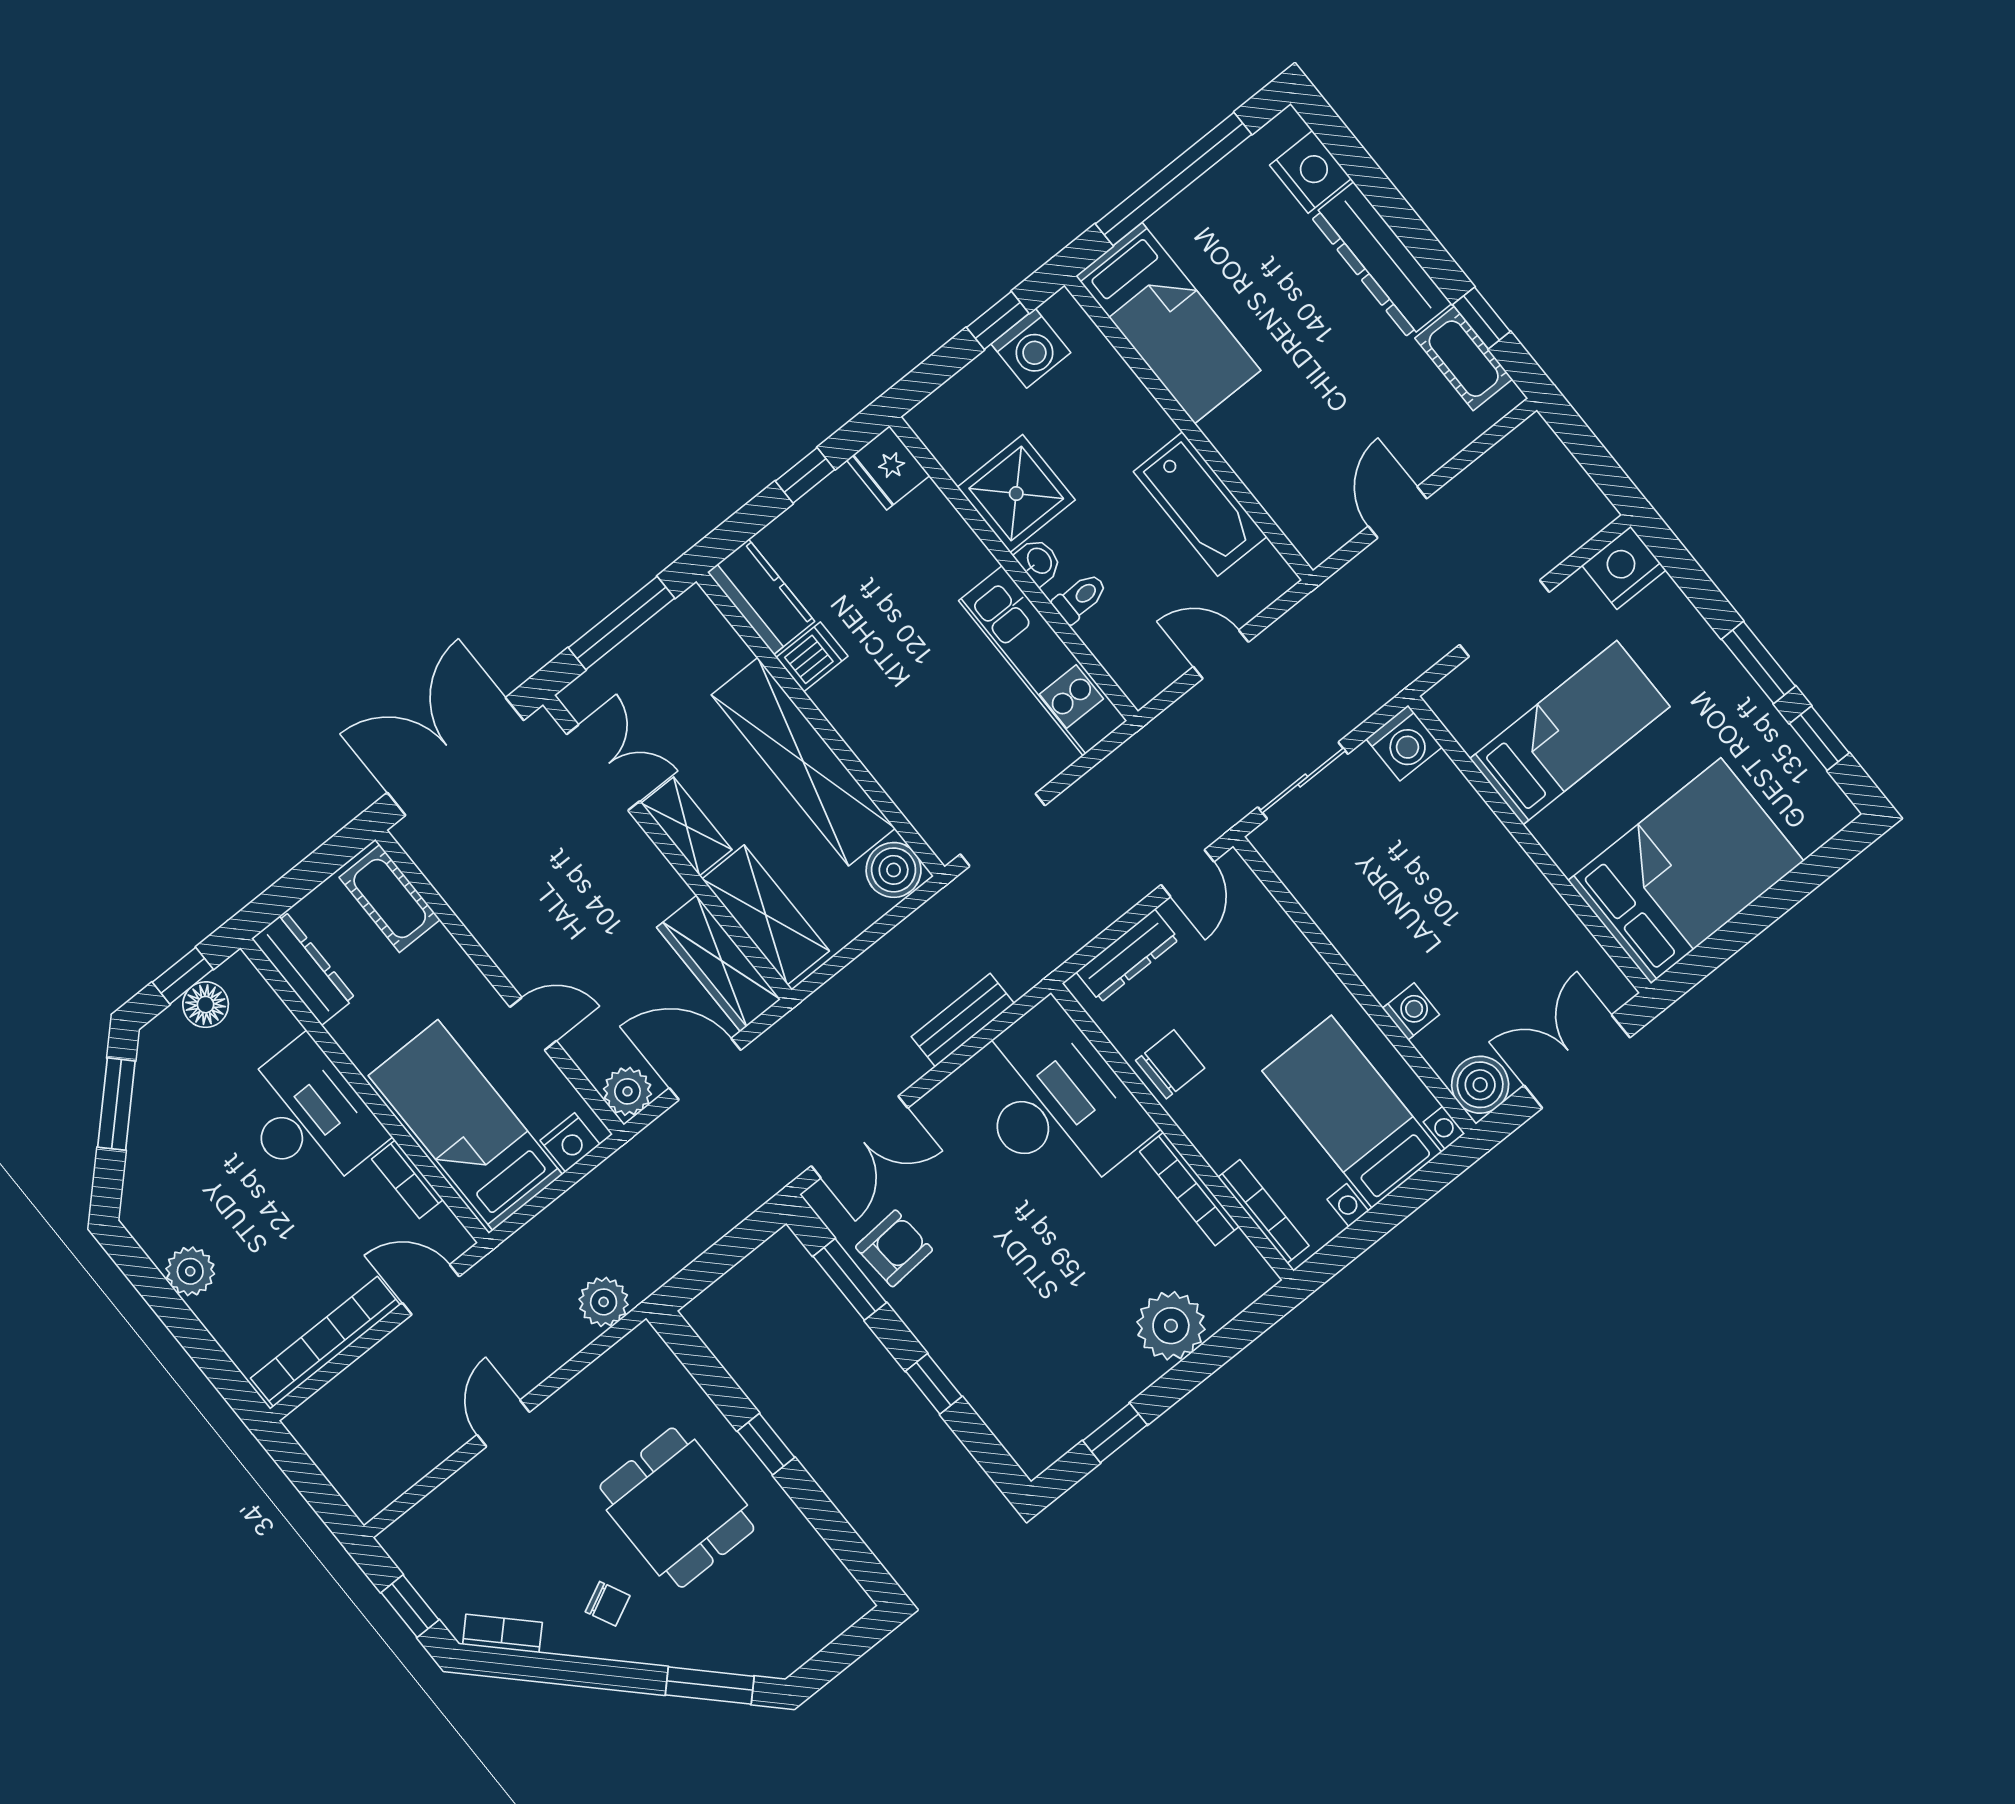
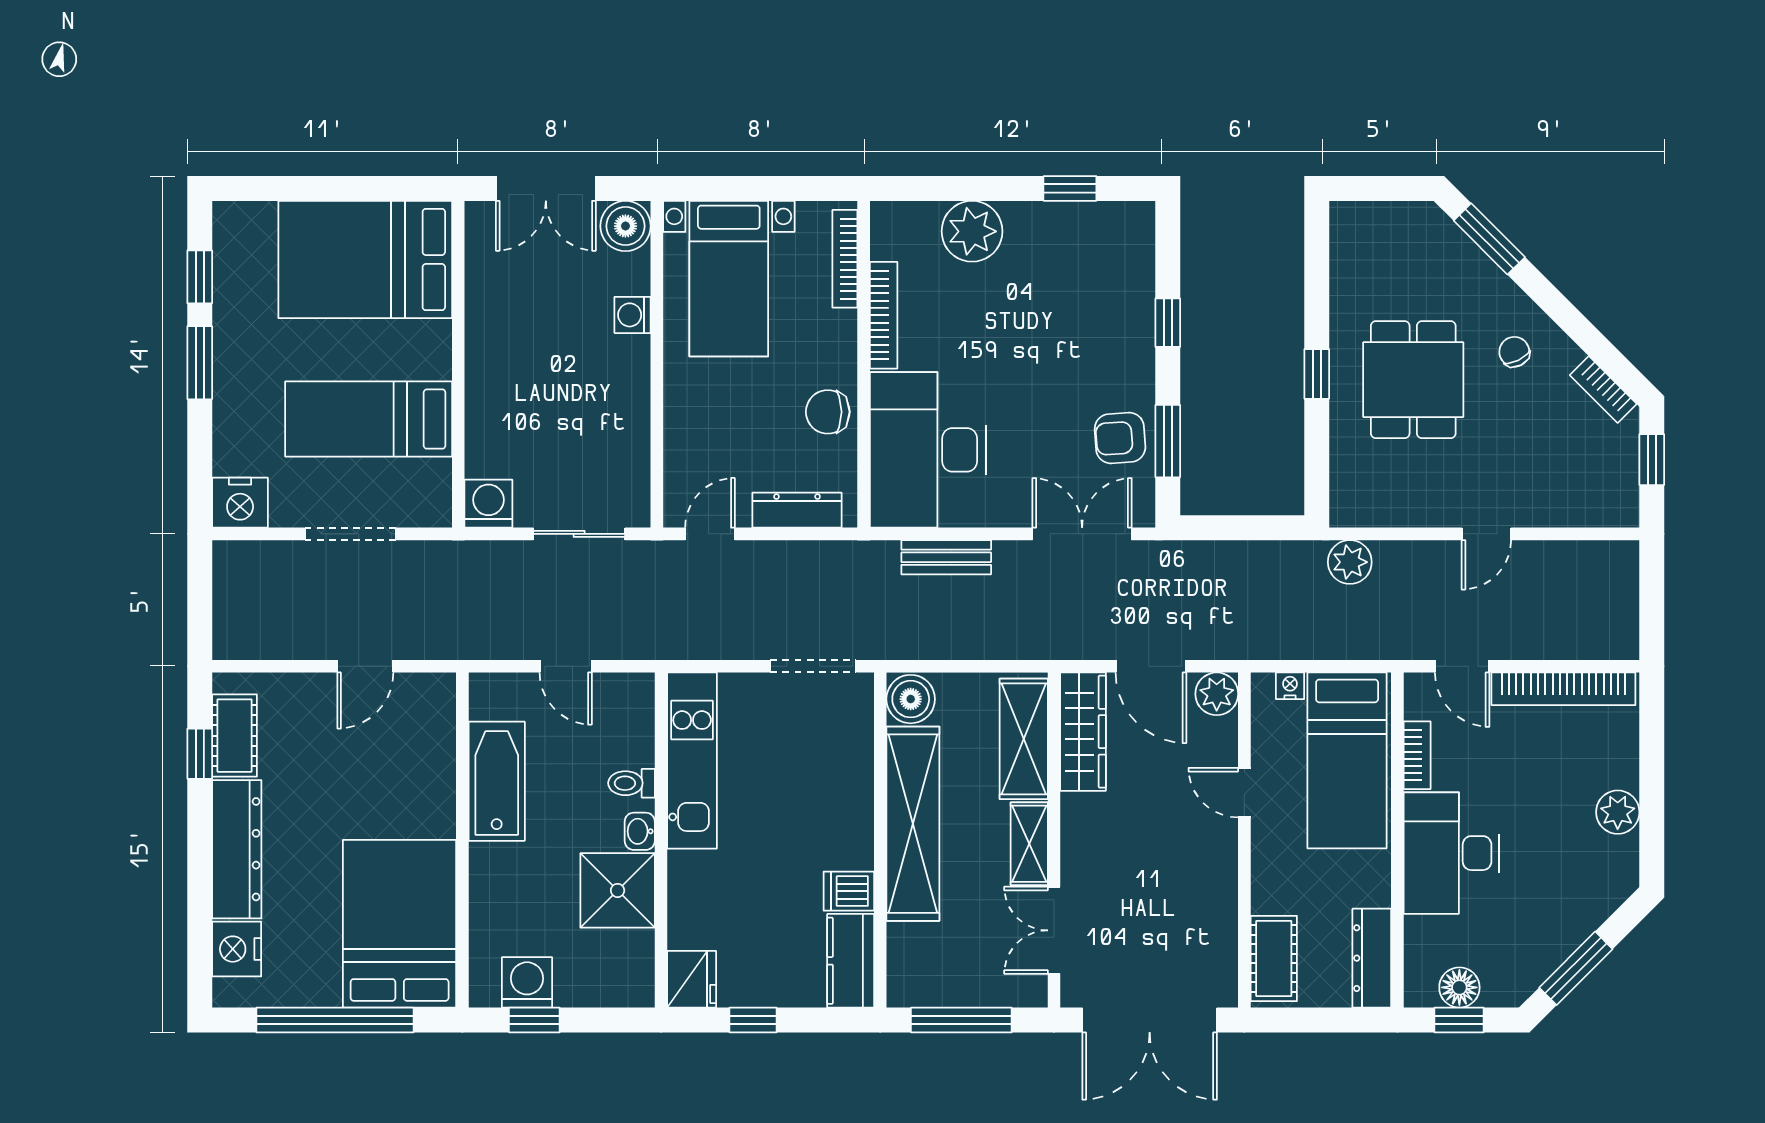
bed: (1168, 323) -> (400, 924), width x1.50
nightstand: (570, 1142) -> (1290, 686), width x0.72, depth x0.74

